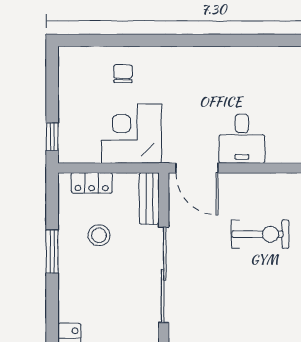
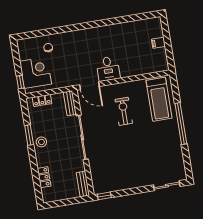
corner desk: (132, 134) -> (36, 73), moved, turned 90
exercise bike: (260, 234) -> (124, 111), turned -90
stool: (99, 235) -> (41, 142), moved

